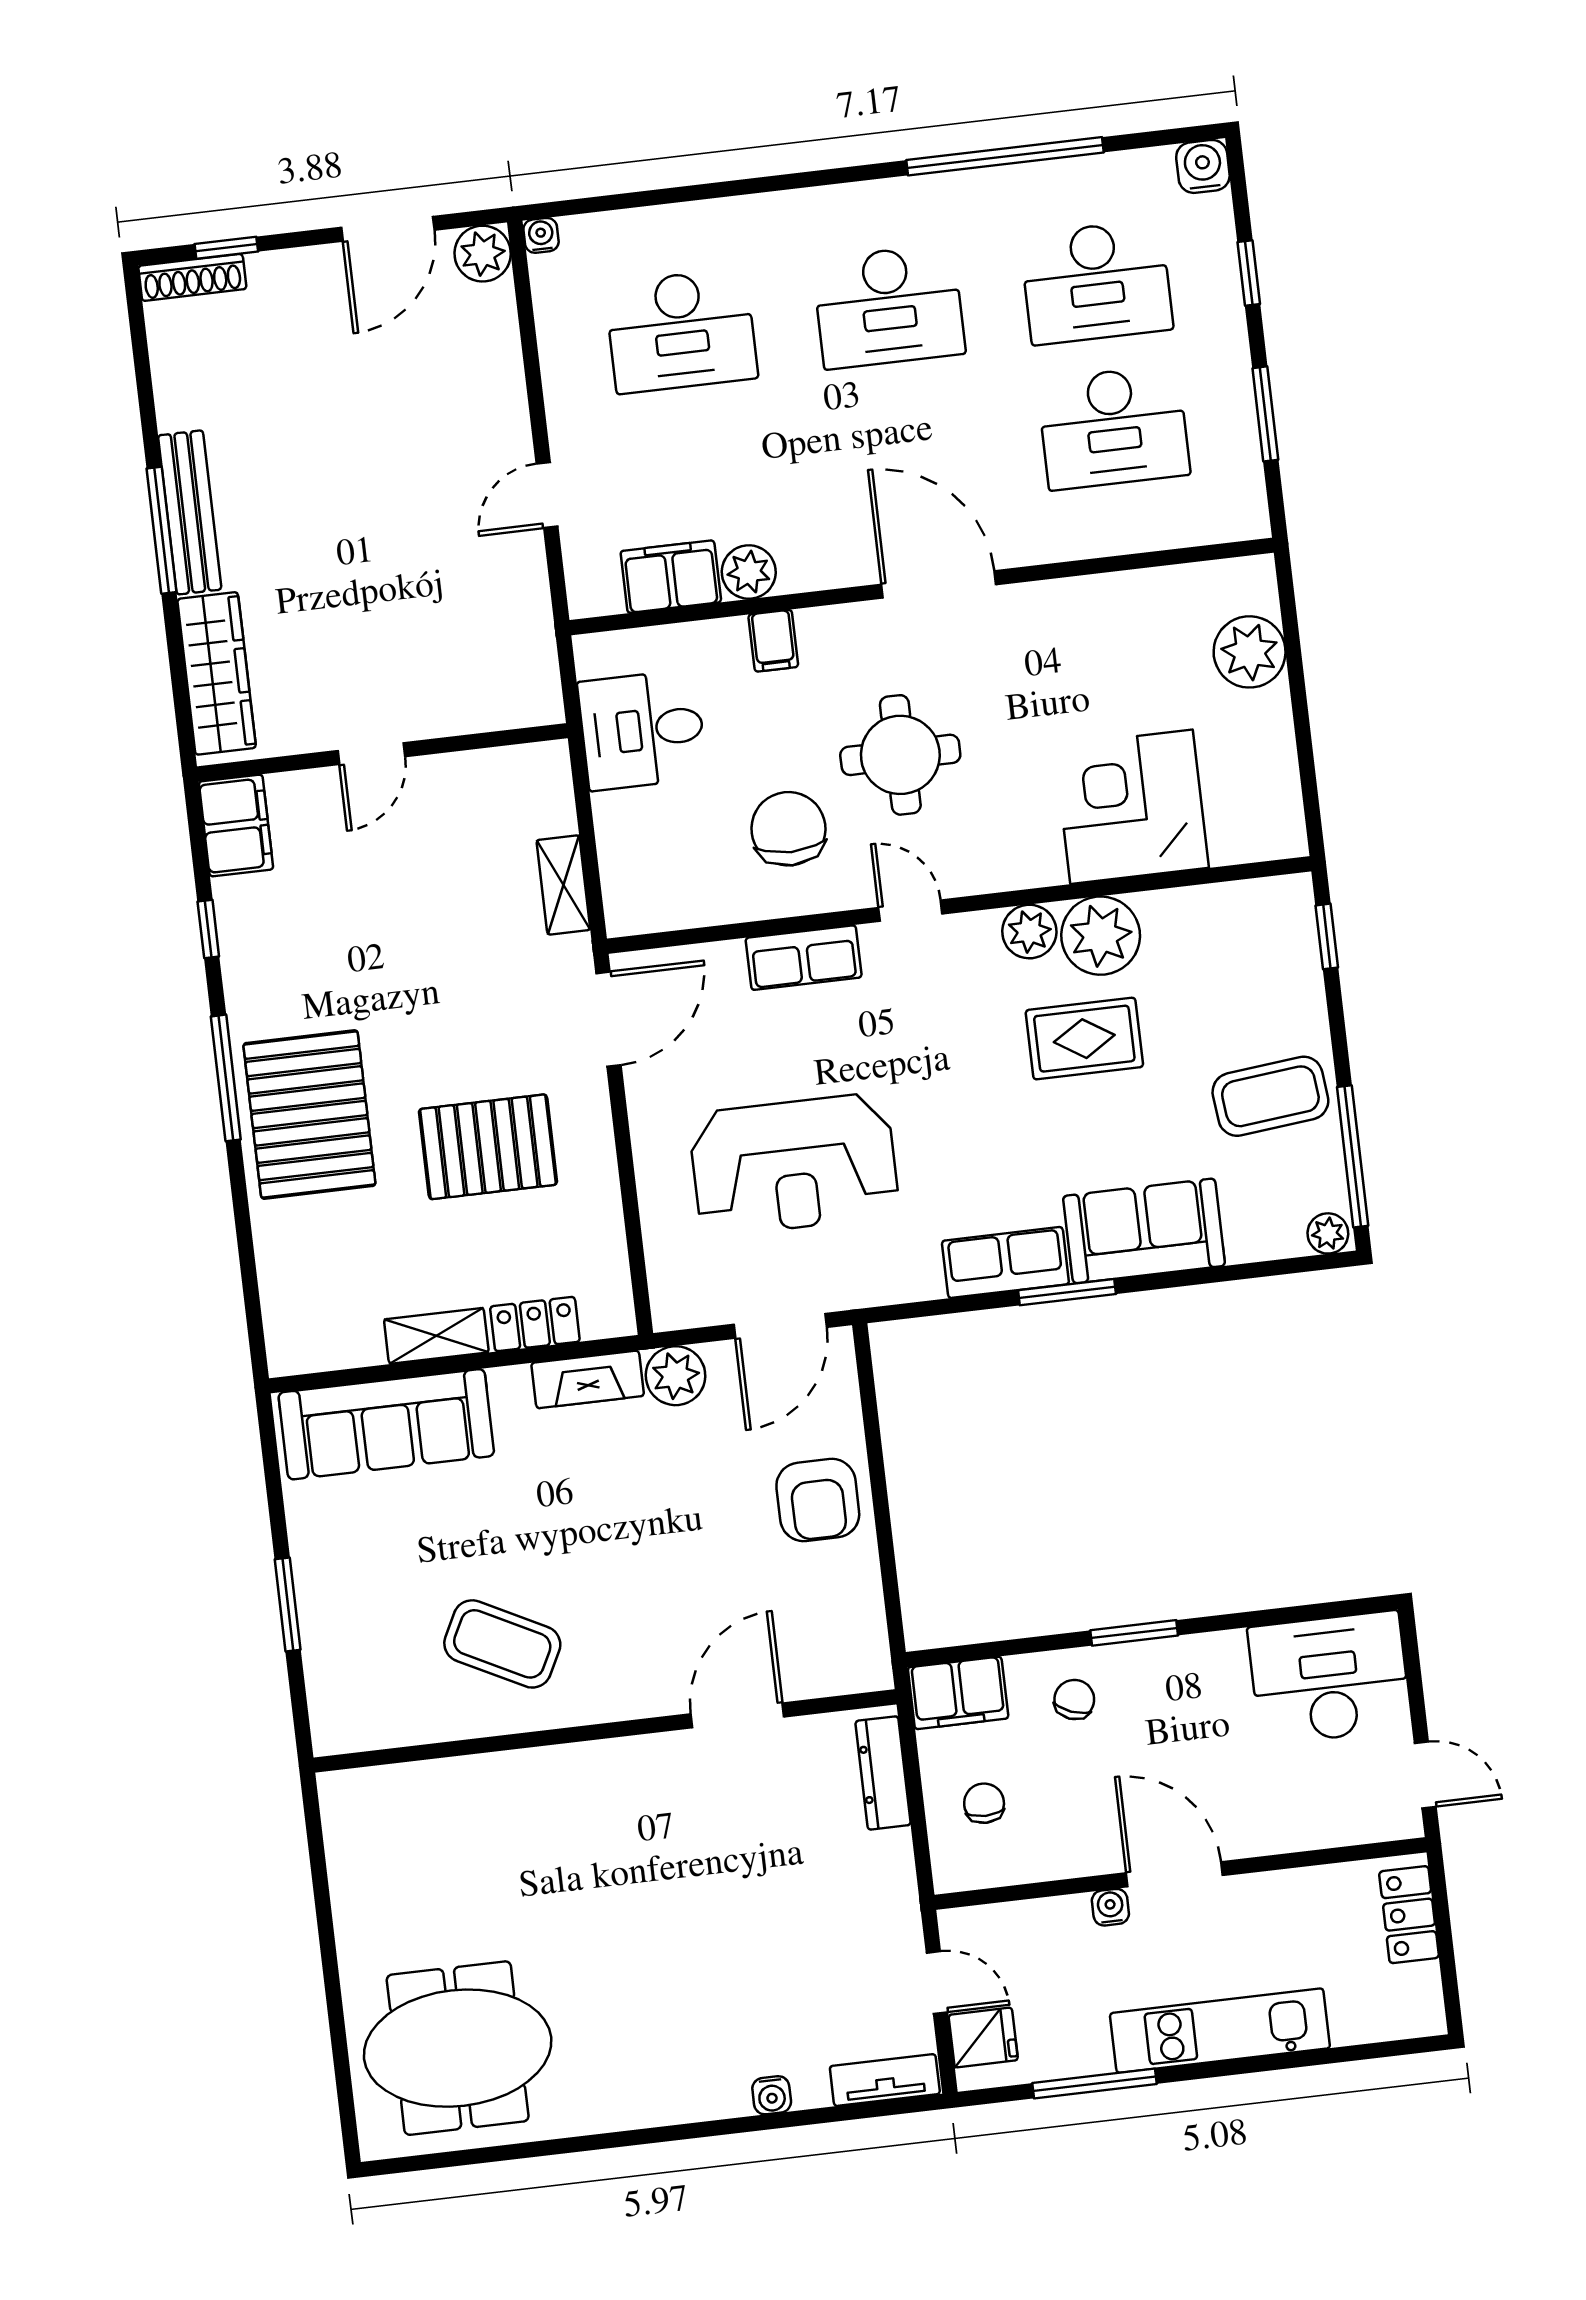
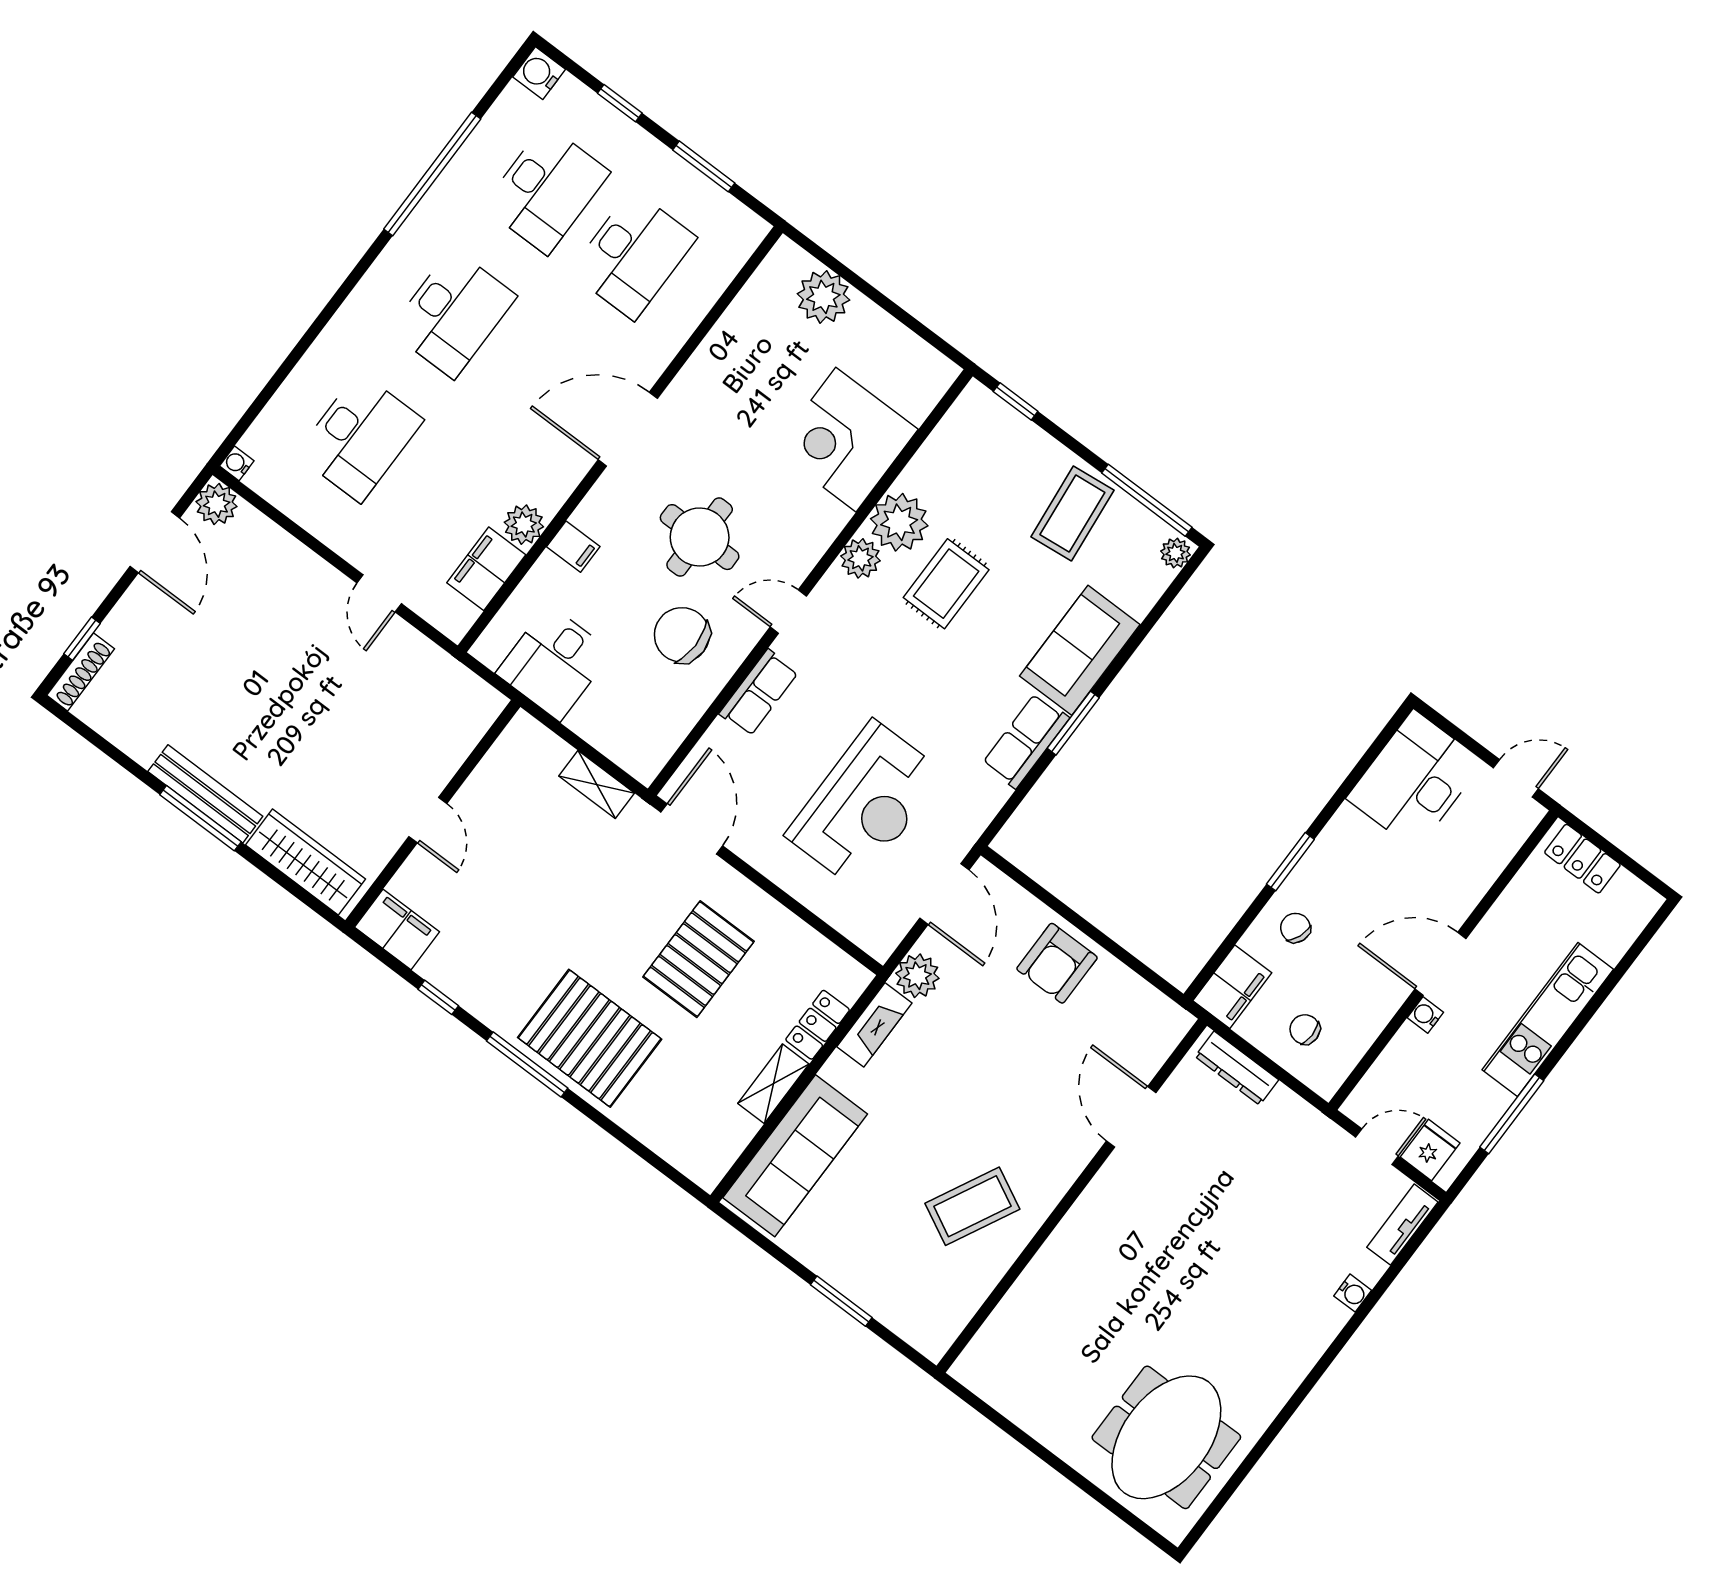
armchair: (818, 1500) -> (1057, 963), turned 90

